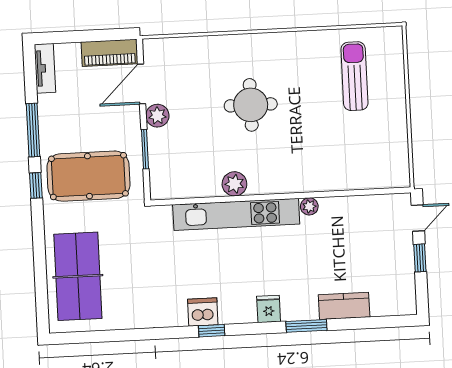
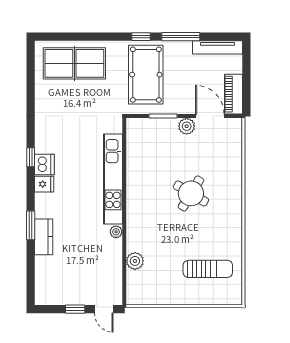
tv unit: (45, 68) -> (217, 47), width x1.41
round table: (251, 105) -> (191, 193), turned 31
plant: (234, 184) -> (135, 261), moved
kitchen counter: (344, 306) -> (44, 237), moved
fridge: (269, 309) -> (44, 184), moved
dishwasher: (203, 312) -> (44, 164), moved

